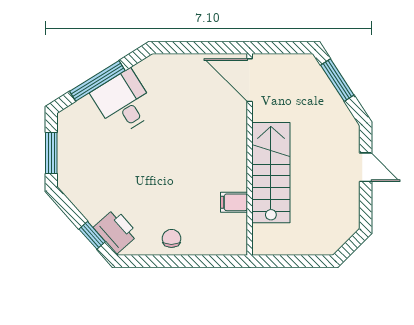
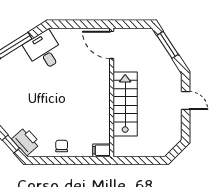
desk: (124, 102) -> (44, 51), moved
filing cabinet: (234, 202) -> (102, 150), moved

